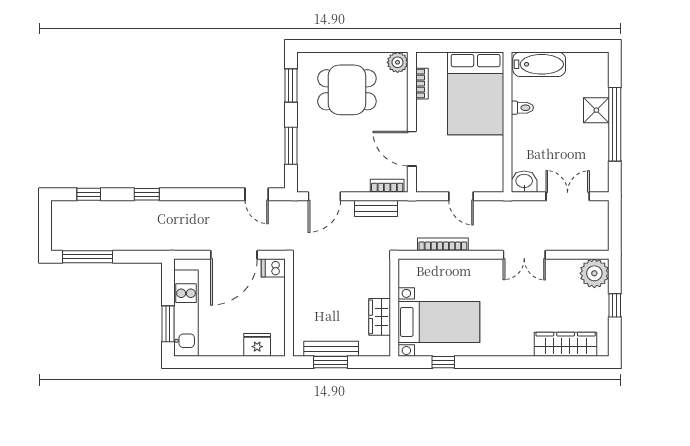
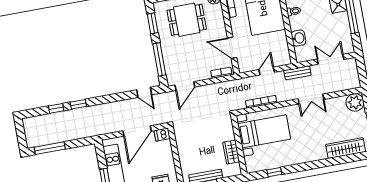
window: (291, 146) -> (159, 59), width x1.44
washbasin: (524, 182) -> (299, 38), moved, turned 90
window: (89, 194) -> (56, 108), moved
door: (461, 196) -> (267, 71), swing flipped
bench: (376, 208) -> (297, 73), moved
bed with nightstands: (439, 322) -> (264, 131), moved

